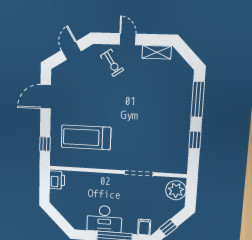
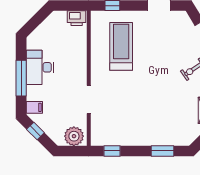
window: (198, 99) -> (163, 151), width x0.69
window: (195, 140) -> (112, 151), moved

